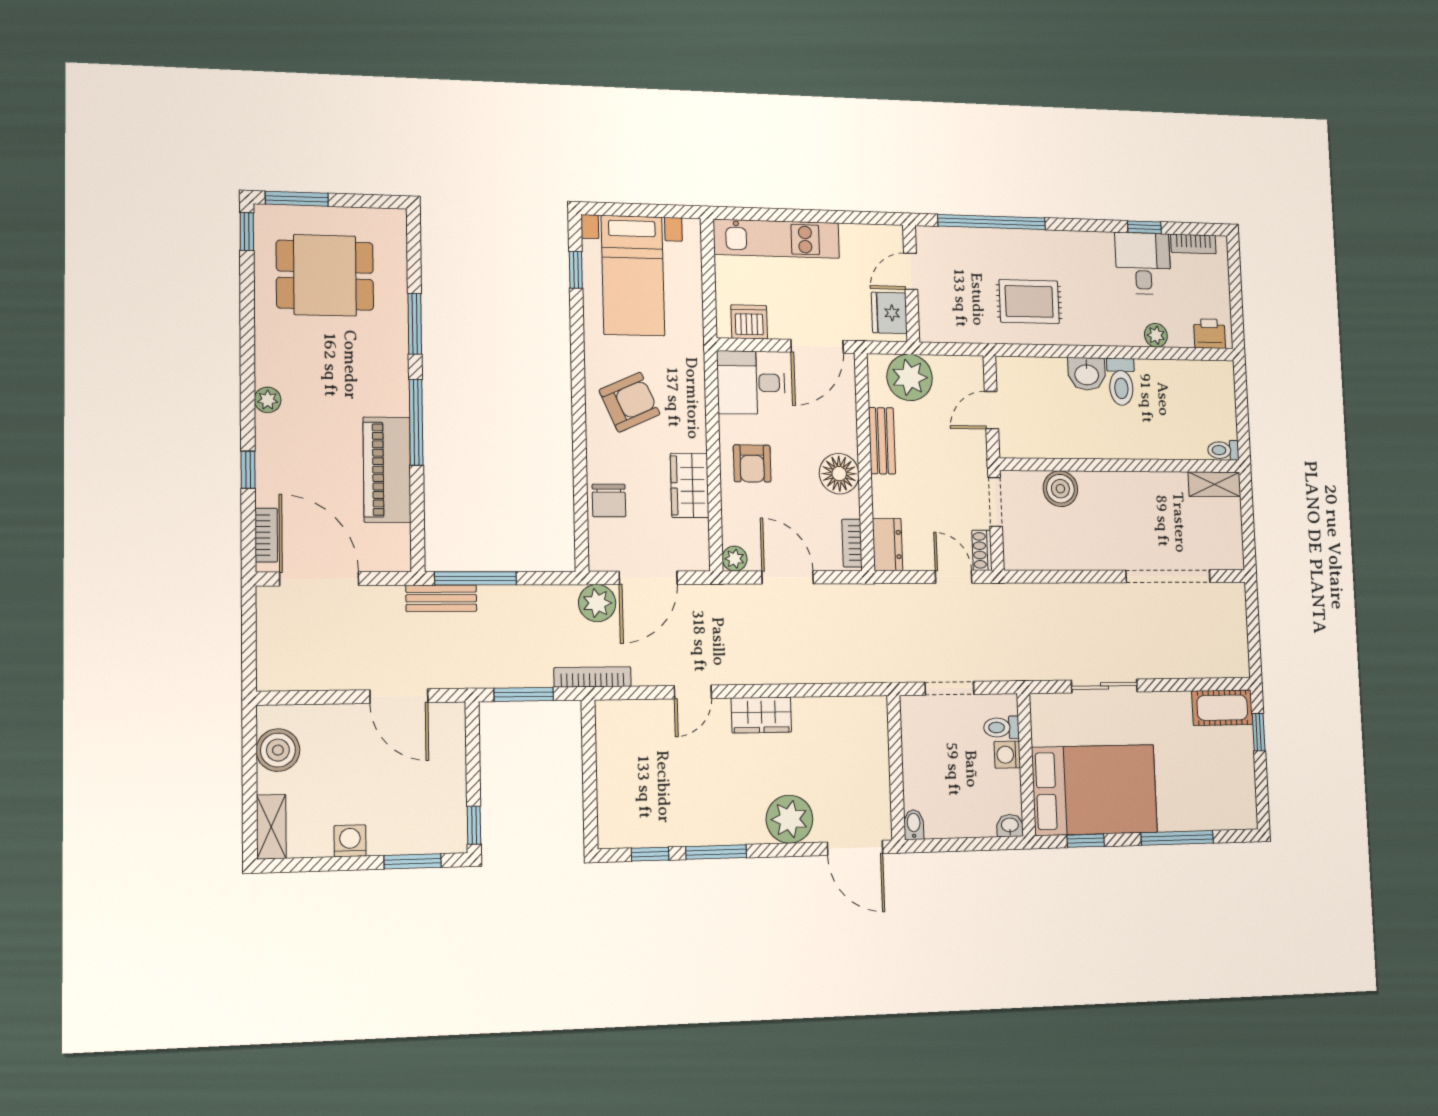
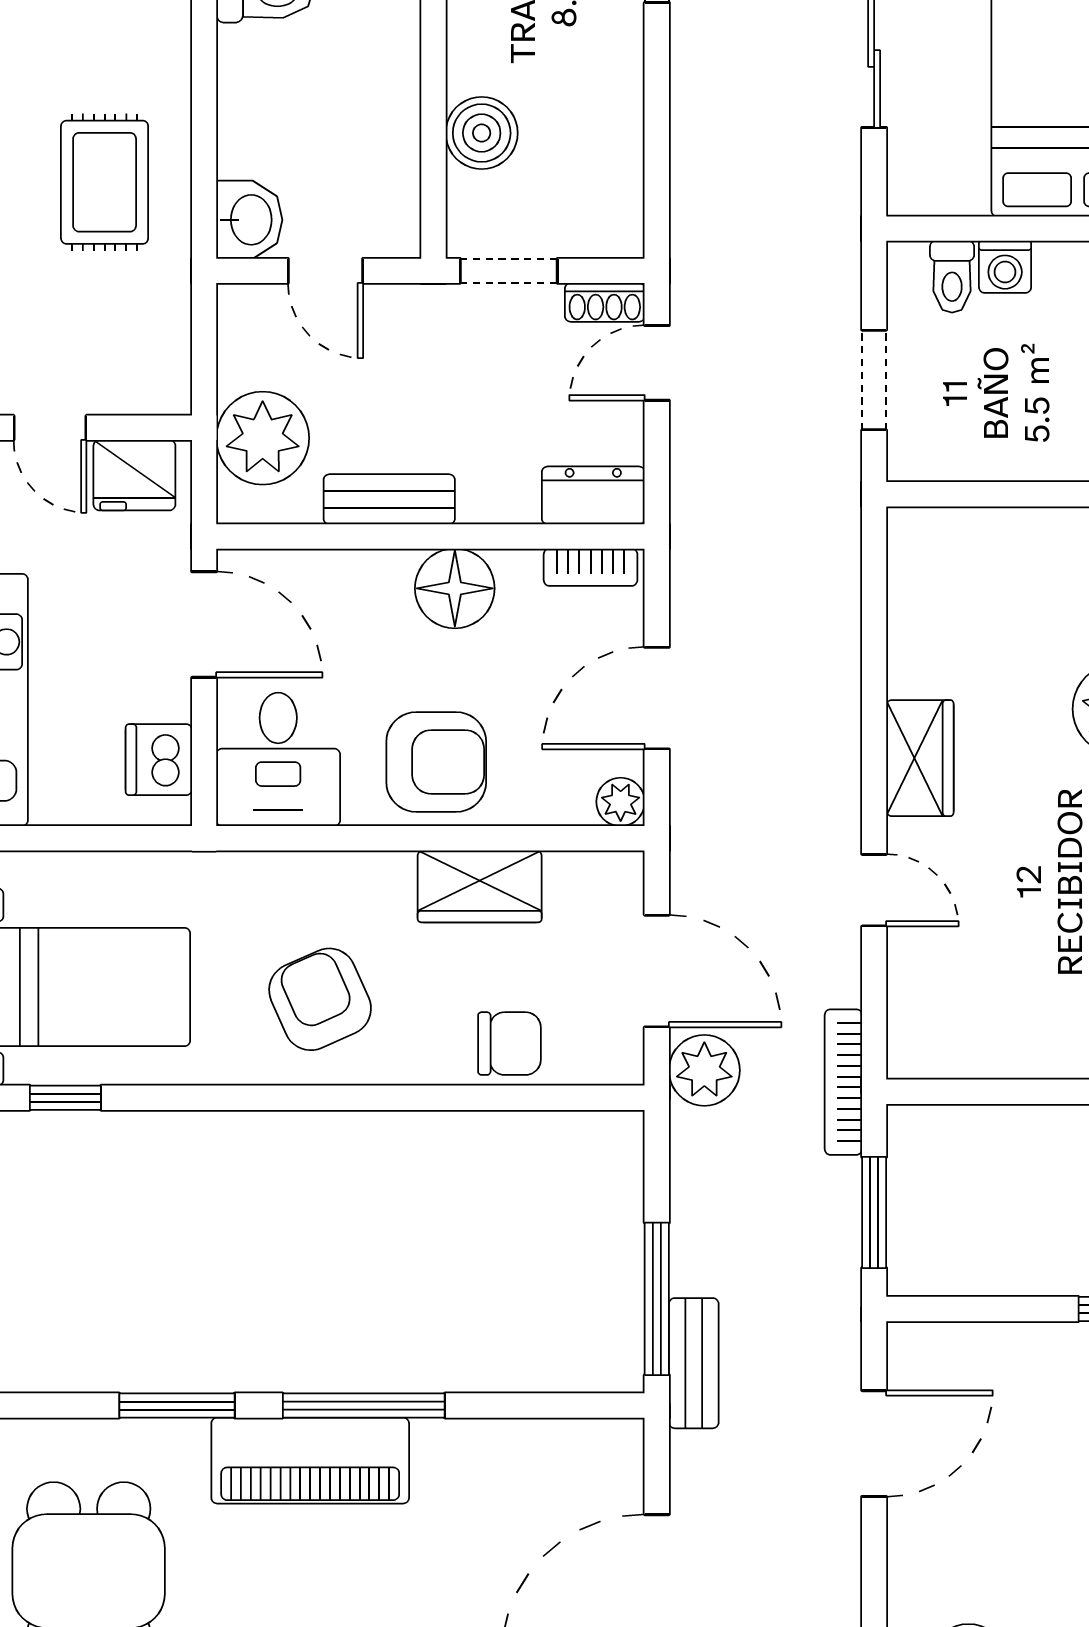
washbasin: (1087, 374) -> (249, 220), moved
armchair: (752, 463) -> (436, 762), width x1.38, depth x1.38
piano: (387, 470) -> (310, 1461), moved

